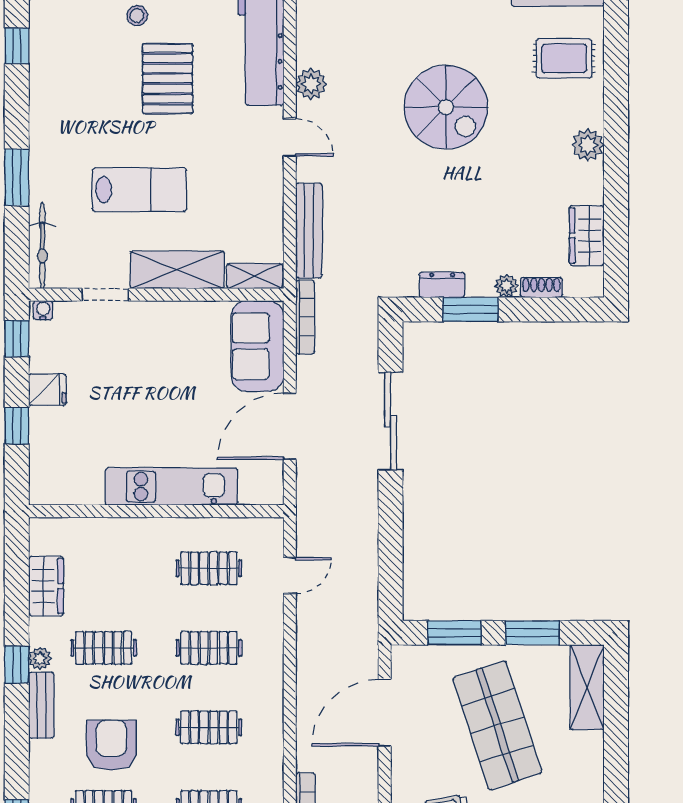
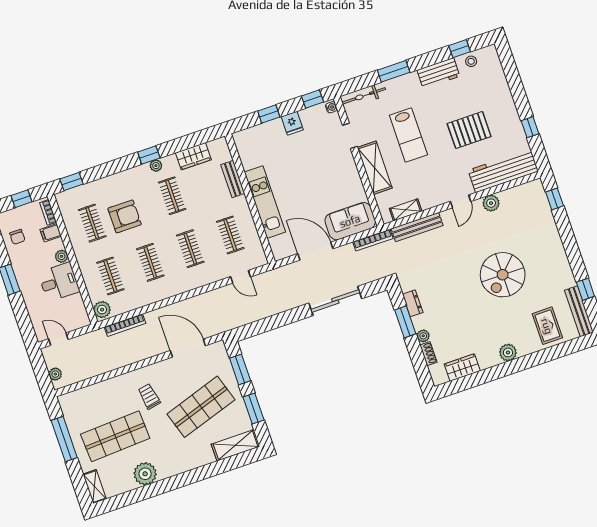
stool: (137, 15) -> (471, 61), moved
workbench: (48, 99) -> (438, 73), added
shelving: (255, 276) -> (406, 210), moved, turned 90
bench: (41, 705) -> (233, 179), moved, turned 90

